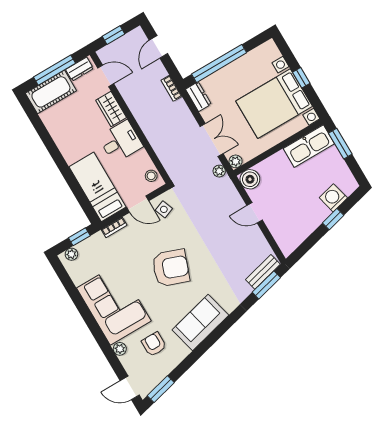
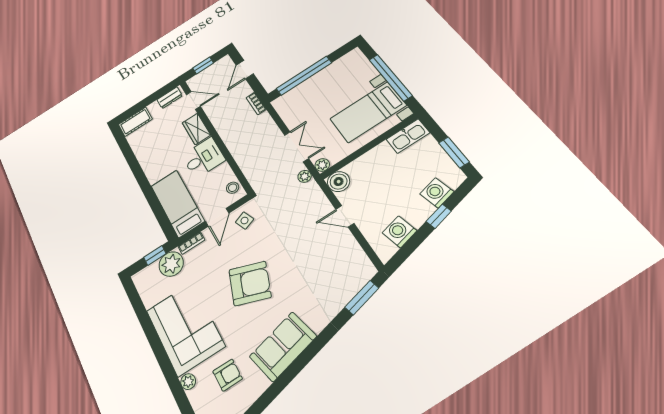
window: (54, 70) -> (147, 102), removed
window: (301, 78) -> (390, 77), width x3.17
cot: (51, 92) -> (135, 122), width x0.73, depth x0.75
dresser: (198, 97) -> (283, 108), removed
bed with nightstands: (274, 104) -> (368, 112), width x0.73
window: (340, 144) -> (454, 152), moved
kitchen sink: (309, 146) -> (408, 136), width x0.73, depth x0.81
door: (138, 204) -> (217, 217), hinge flipped
washing machine: (300, 230) -> (399, 232), added
plant: (71, 254) -> (171, 264), moved, width x1.87, depth x1.87
bench: (263, 272) -> (357, 282), removed
armchair: (154, 344) -> (228, 375), turned 90

